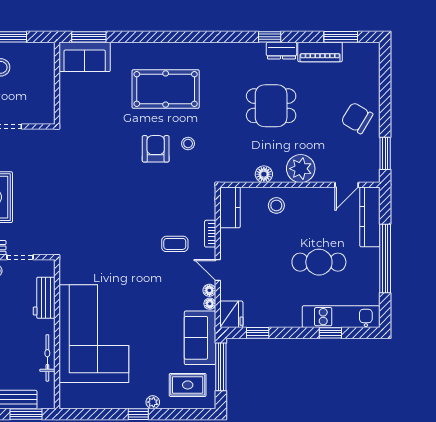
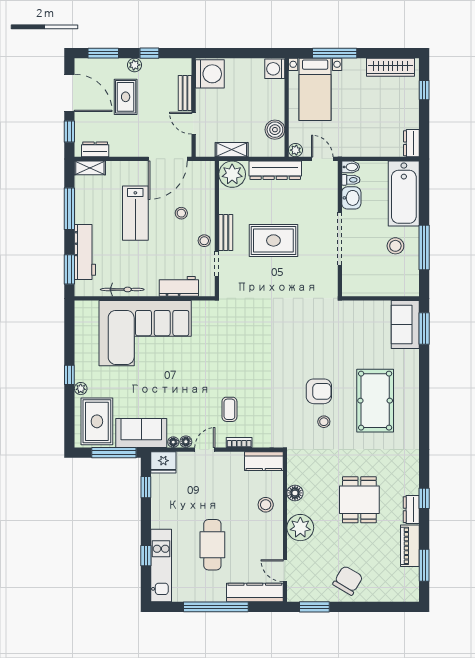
rug: (188, 385) -> (97, 421), width x1.36, depth x1.43

